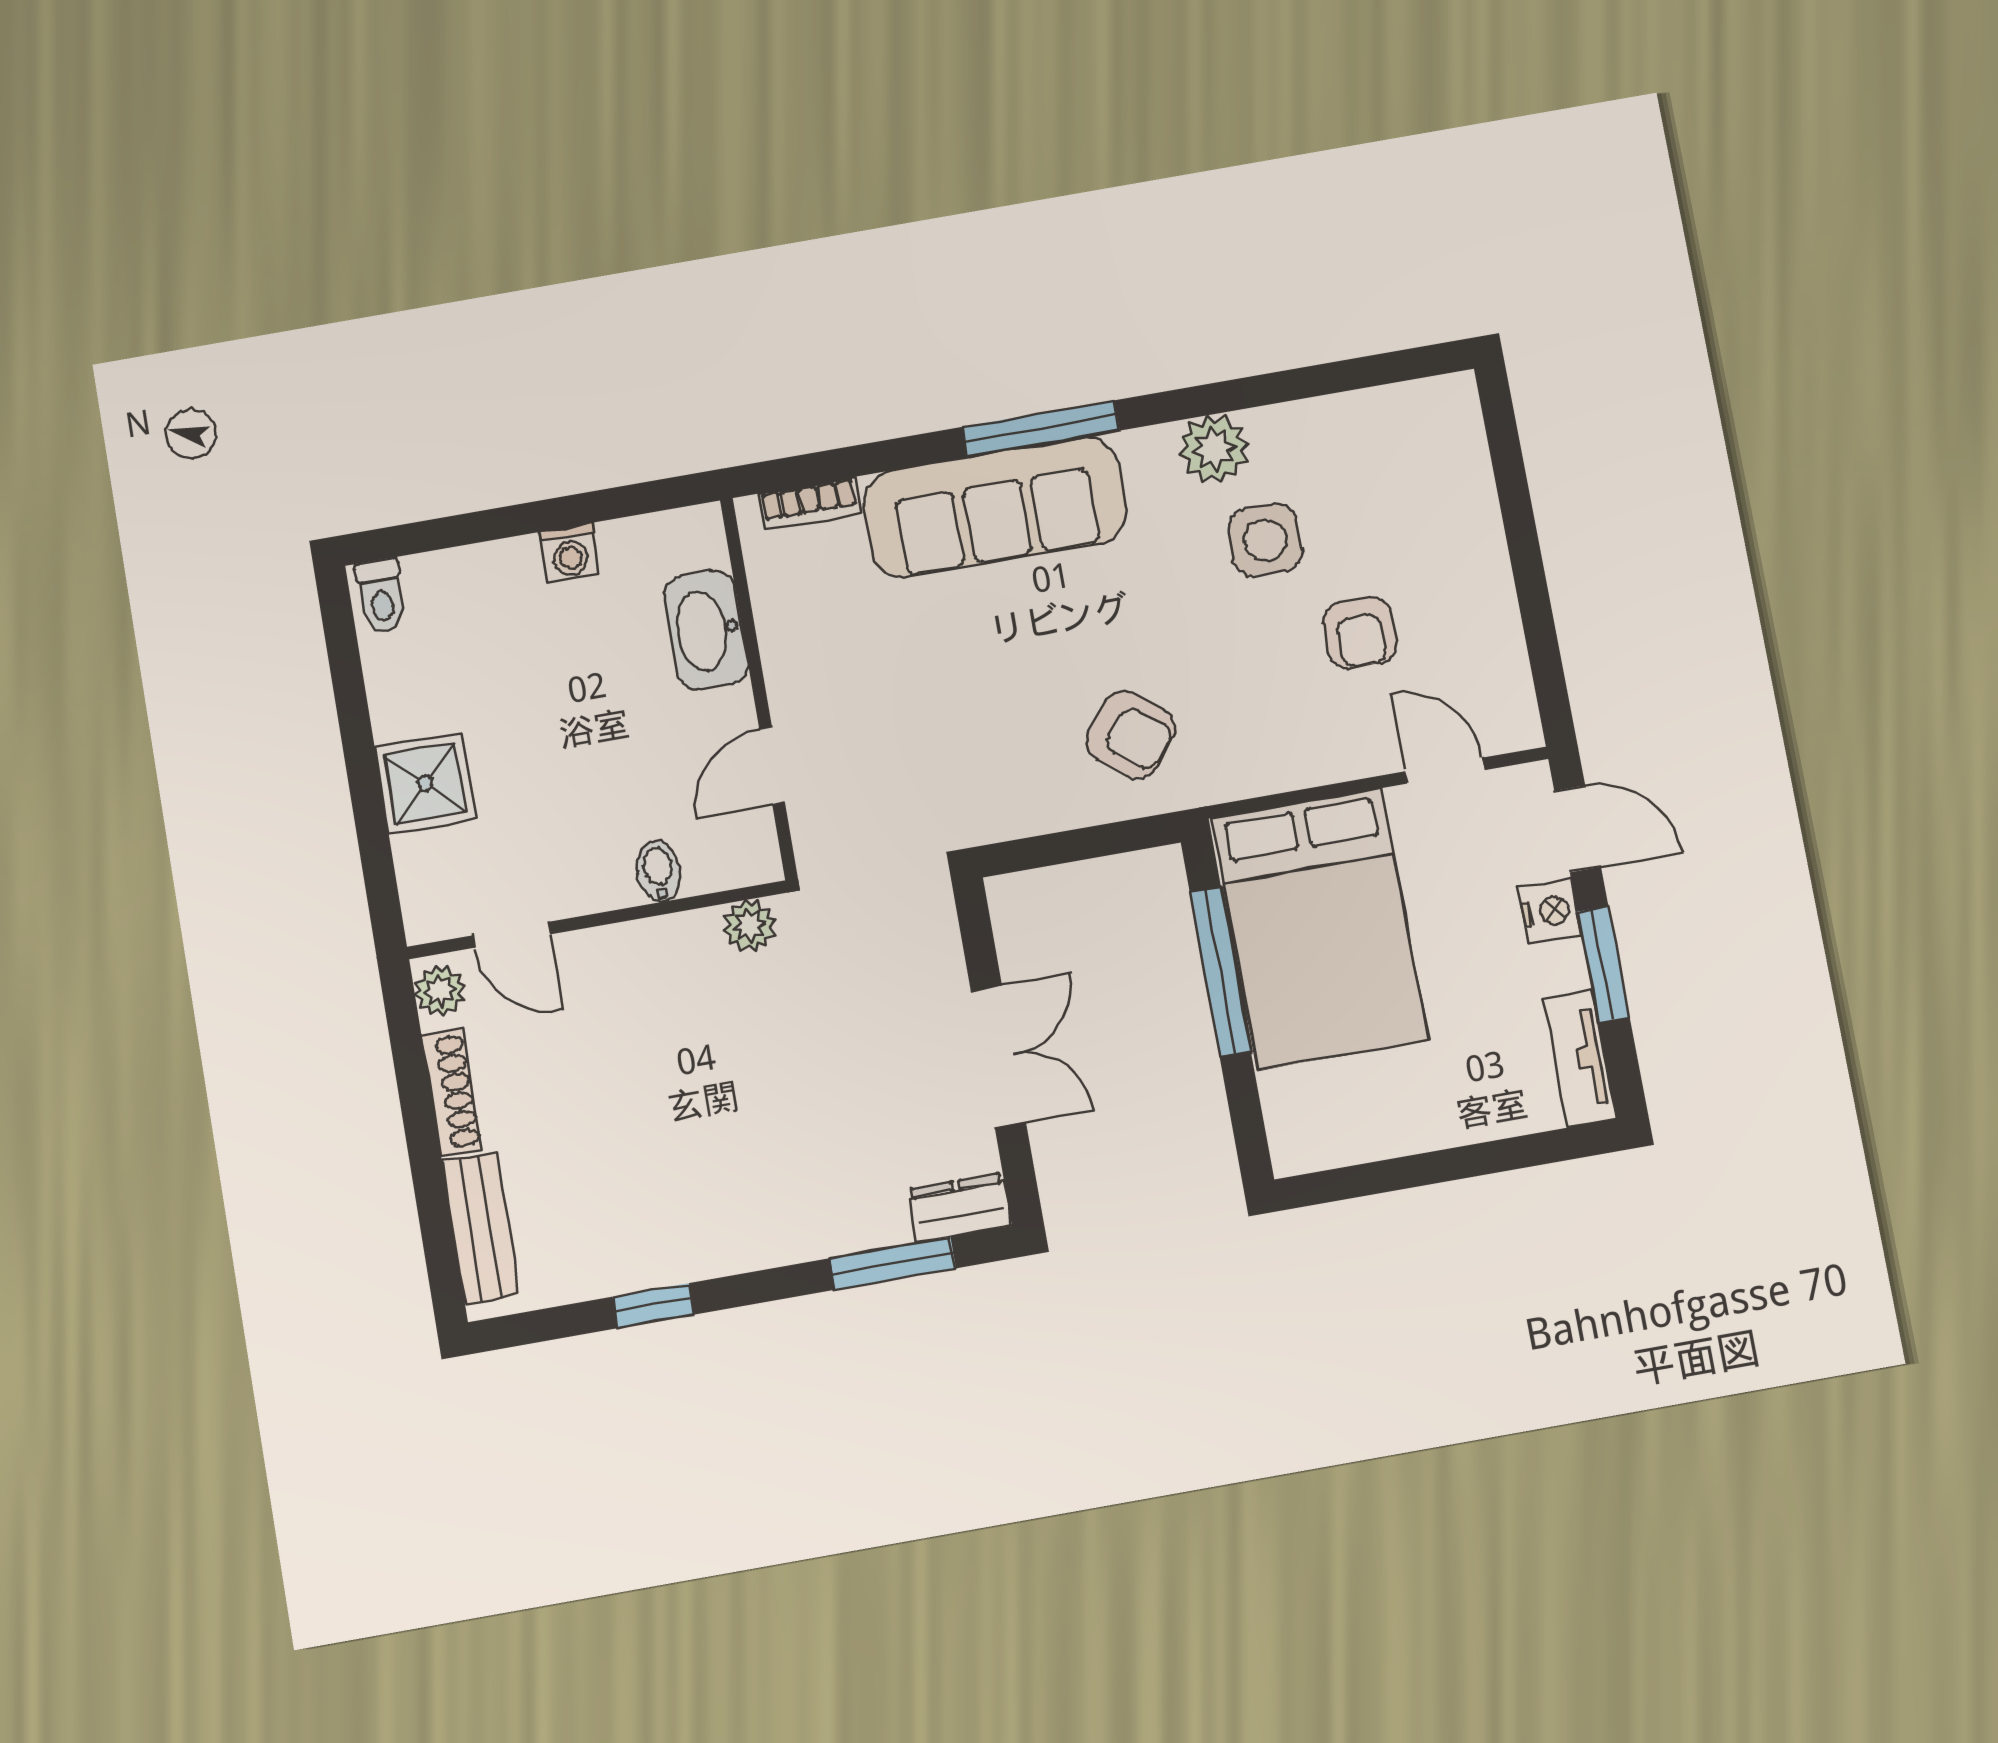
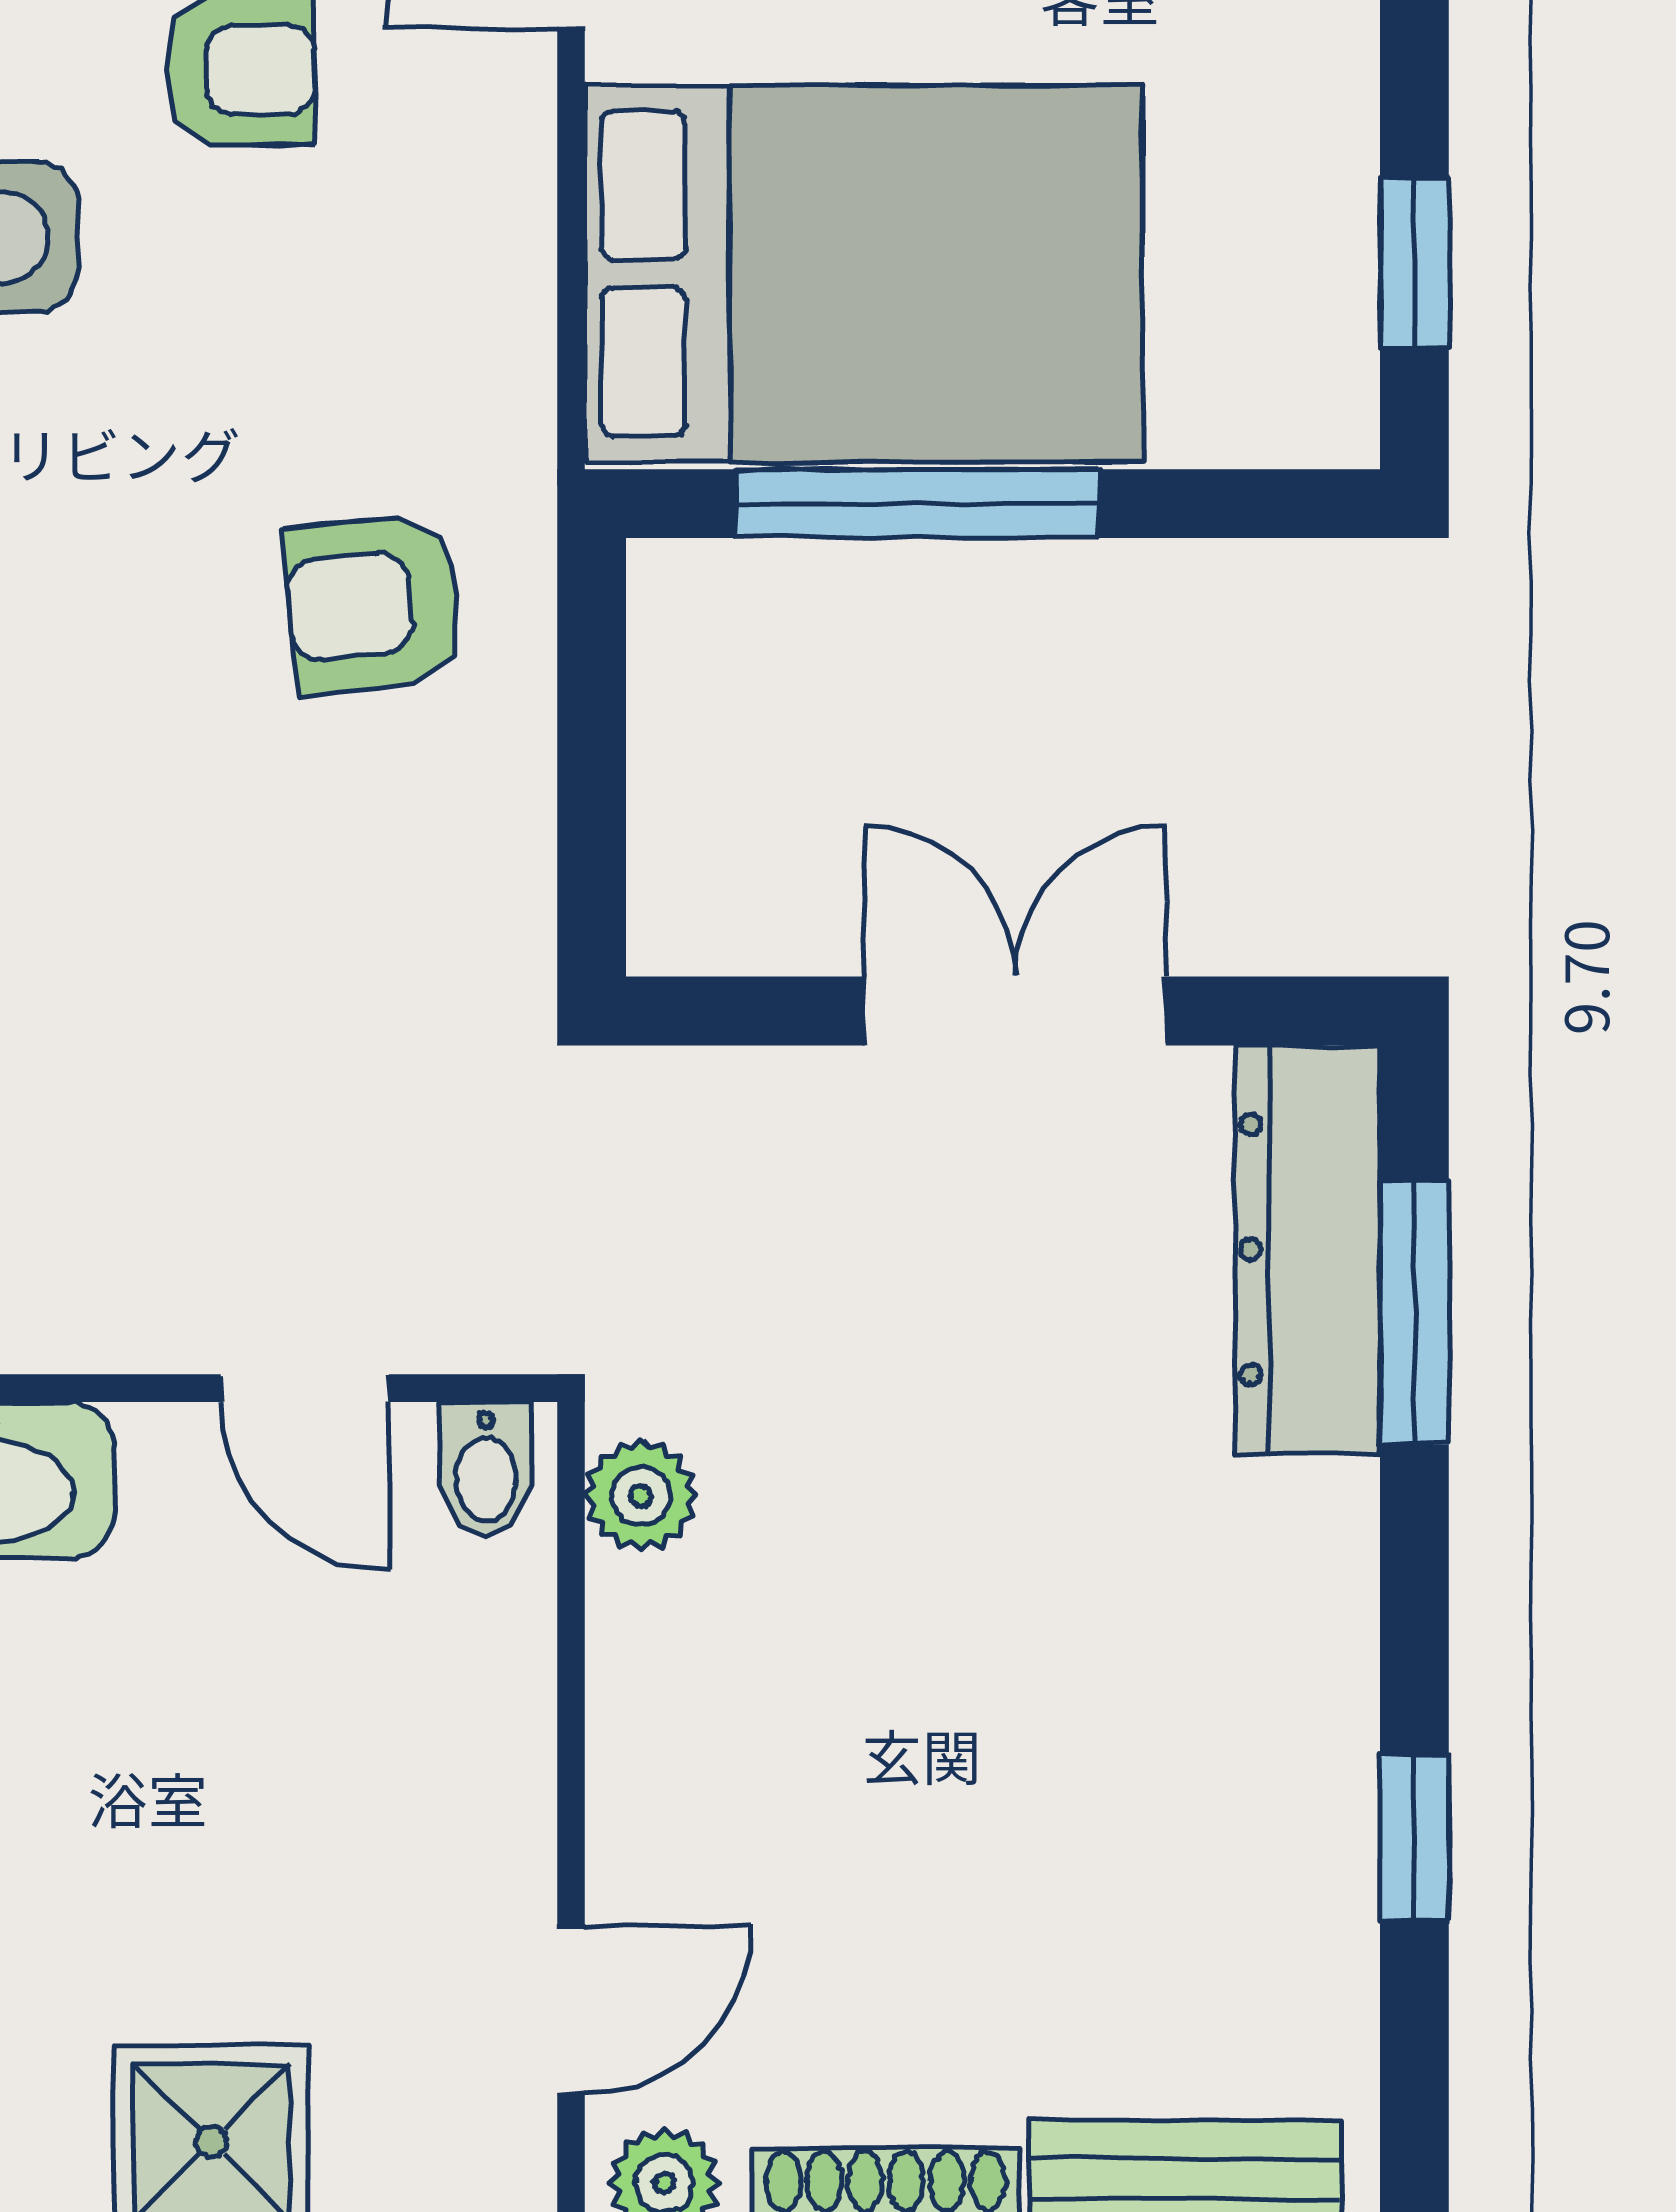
armchair: (1131, 734) -> (373, 604), turned -135
bidet: (658, 871) -> (486, 1469), moved, turned -90
window: (1371, 1179) -> (1414, 262), added
dresser: (960, 1207) -> (1307, 1250), width x1.96, depth x1.24

